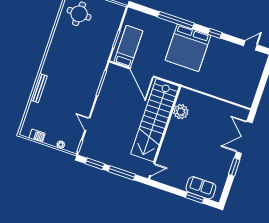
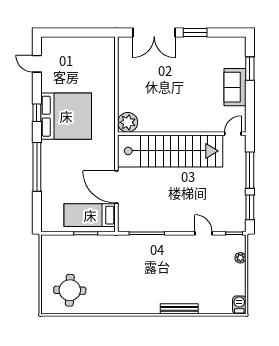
bed: (188, 48) -> (66, 116), moved
door: (142, 73) -> (116, 187), swing flipped
plant: (181, 112) -> (128, 122), moved
door: (87, 124) -> (204, 233), swing flipped
barbecue: (37, 136) -> (239, 305), moved
door: (152, 170) -> (233, 134), hinge flipped
sofa: (201, 188) -> (235, 87), moved

